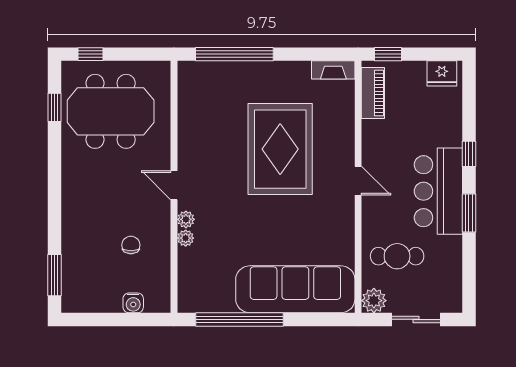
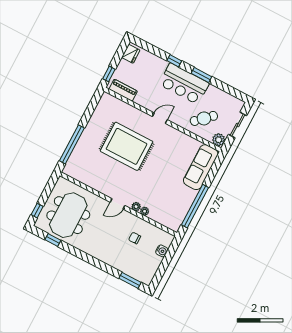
fireplace: (333, 70) -> (103, 103), removed
cafe table: (397, 256) -> (204, 118), turned 47
sofa: (295, 289) -> (201, 167), width x0.74, depth x0.79

